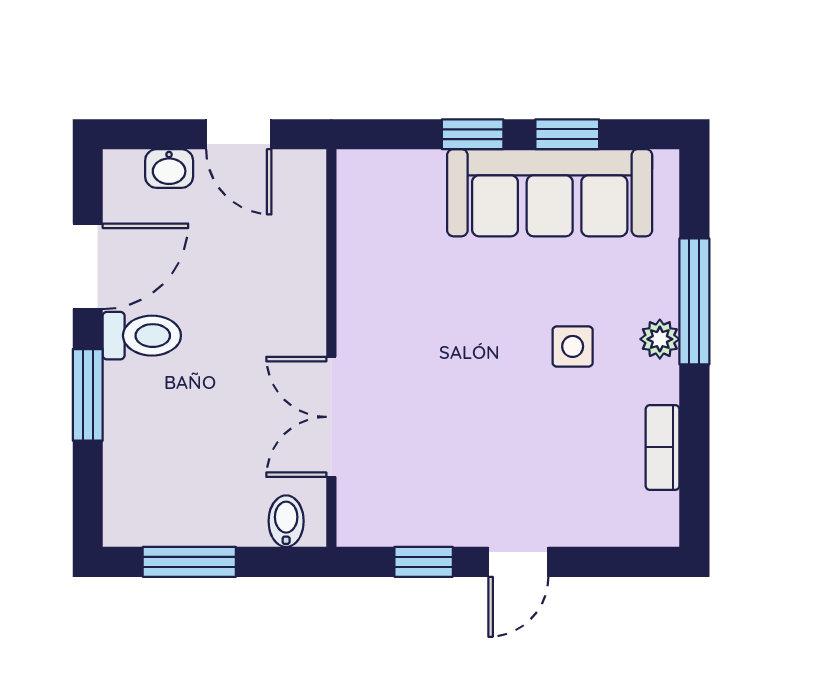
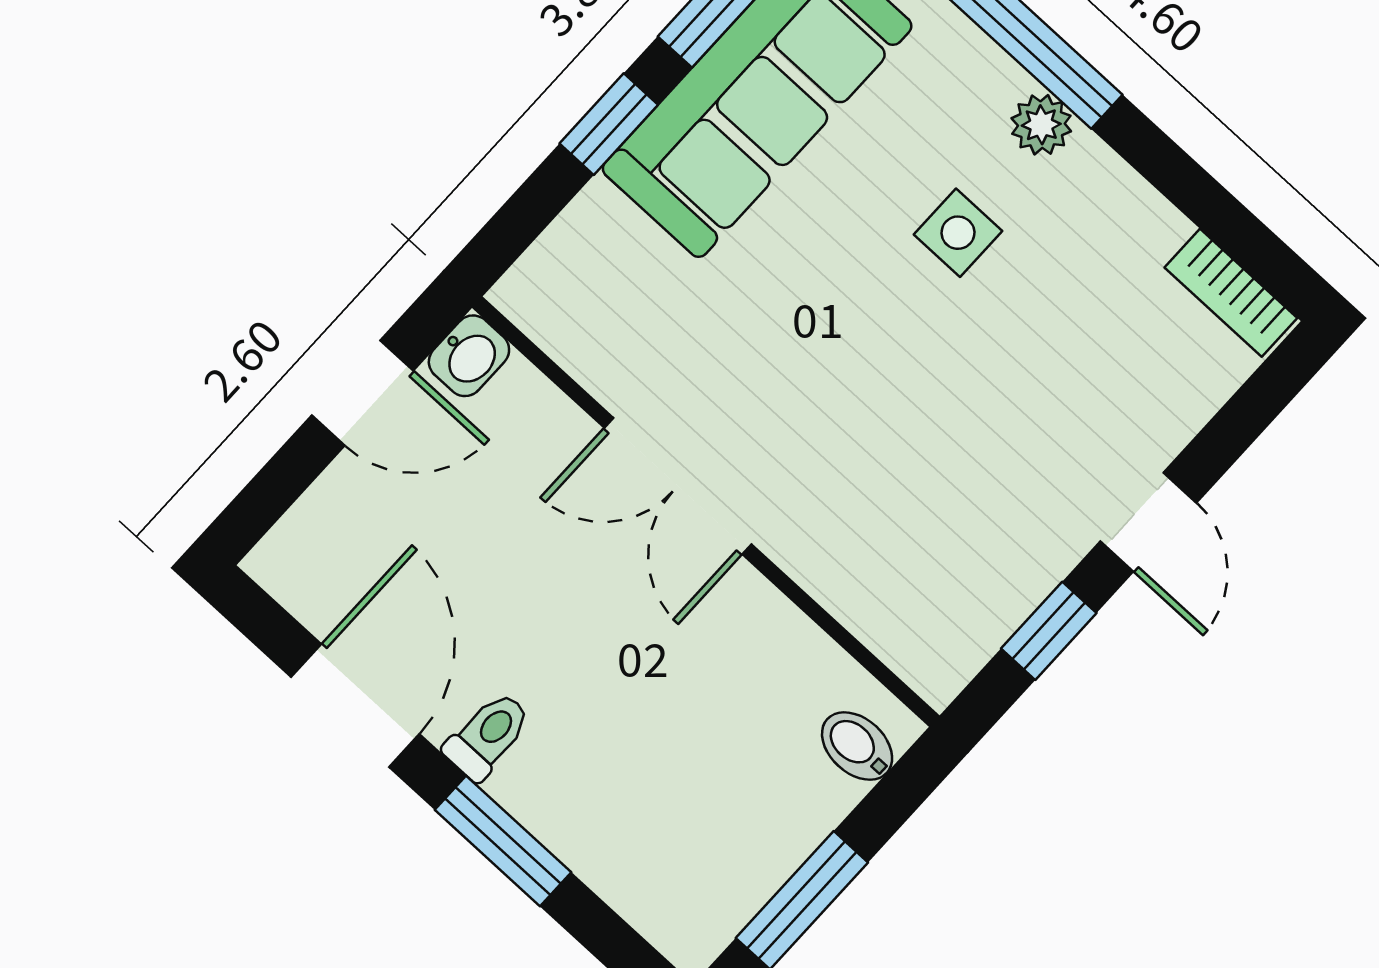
washbasin: (169, 169) -> (469, 356), moved
toilet: (142, 336) -> (488, 736), width x0.73, depth x0.72
double door: (331, 417) -> (678, 486), moved
bookcase: (663, 447) -> (1231, 293), moved

